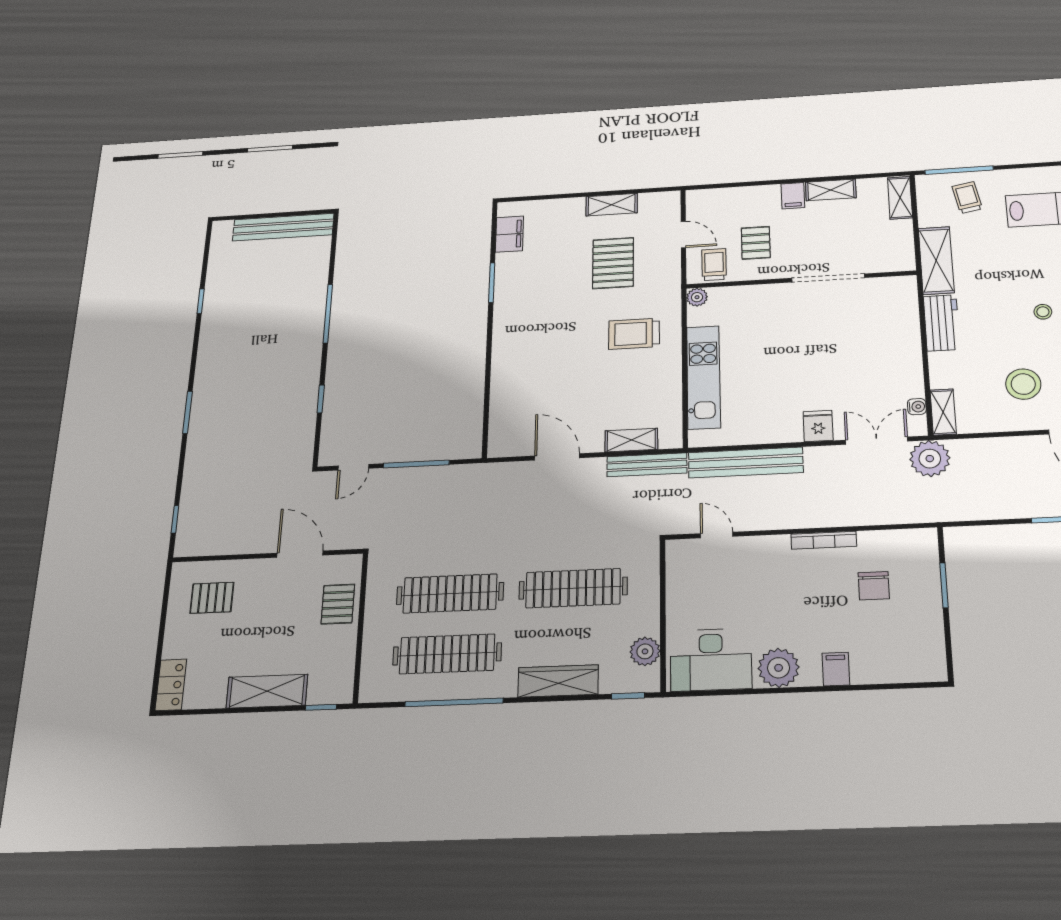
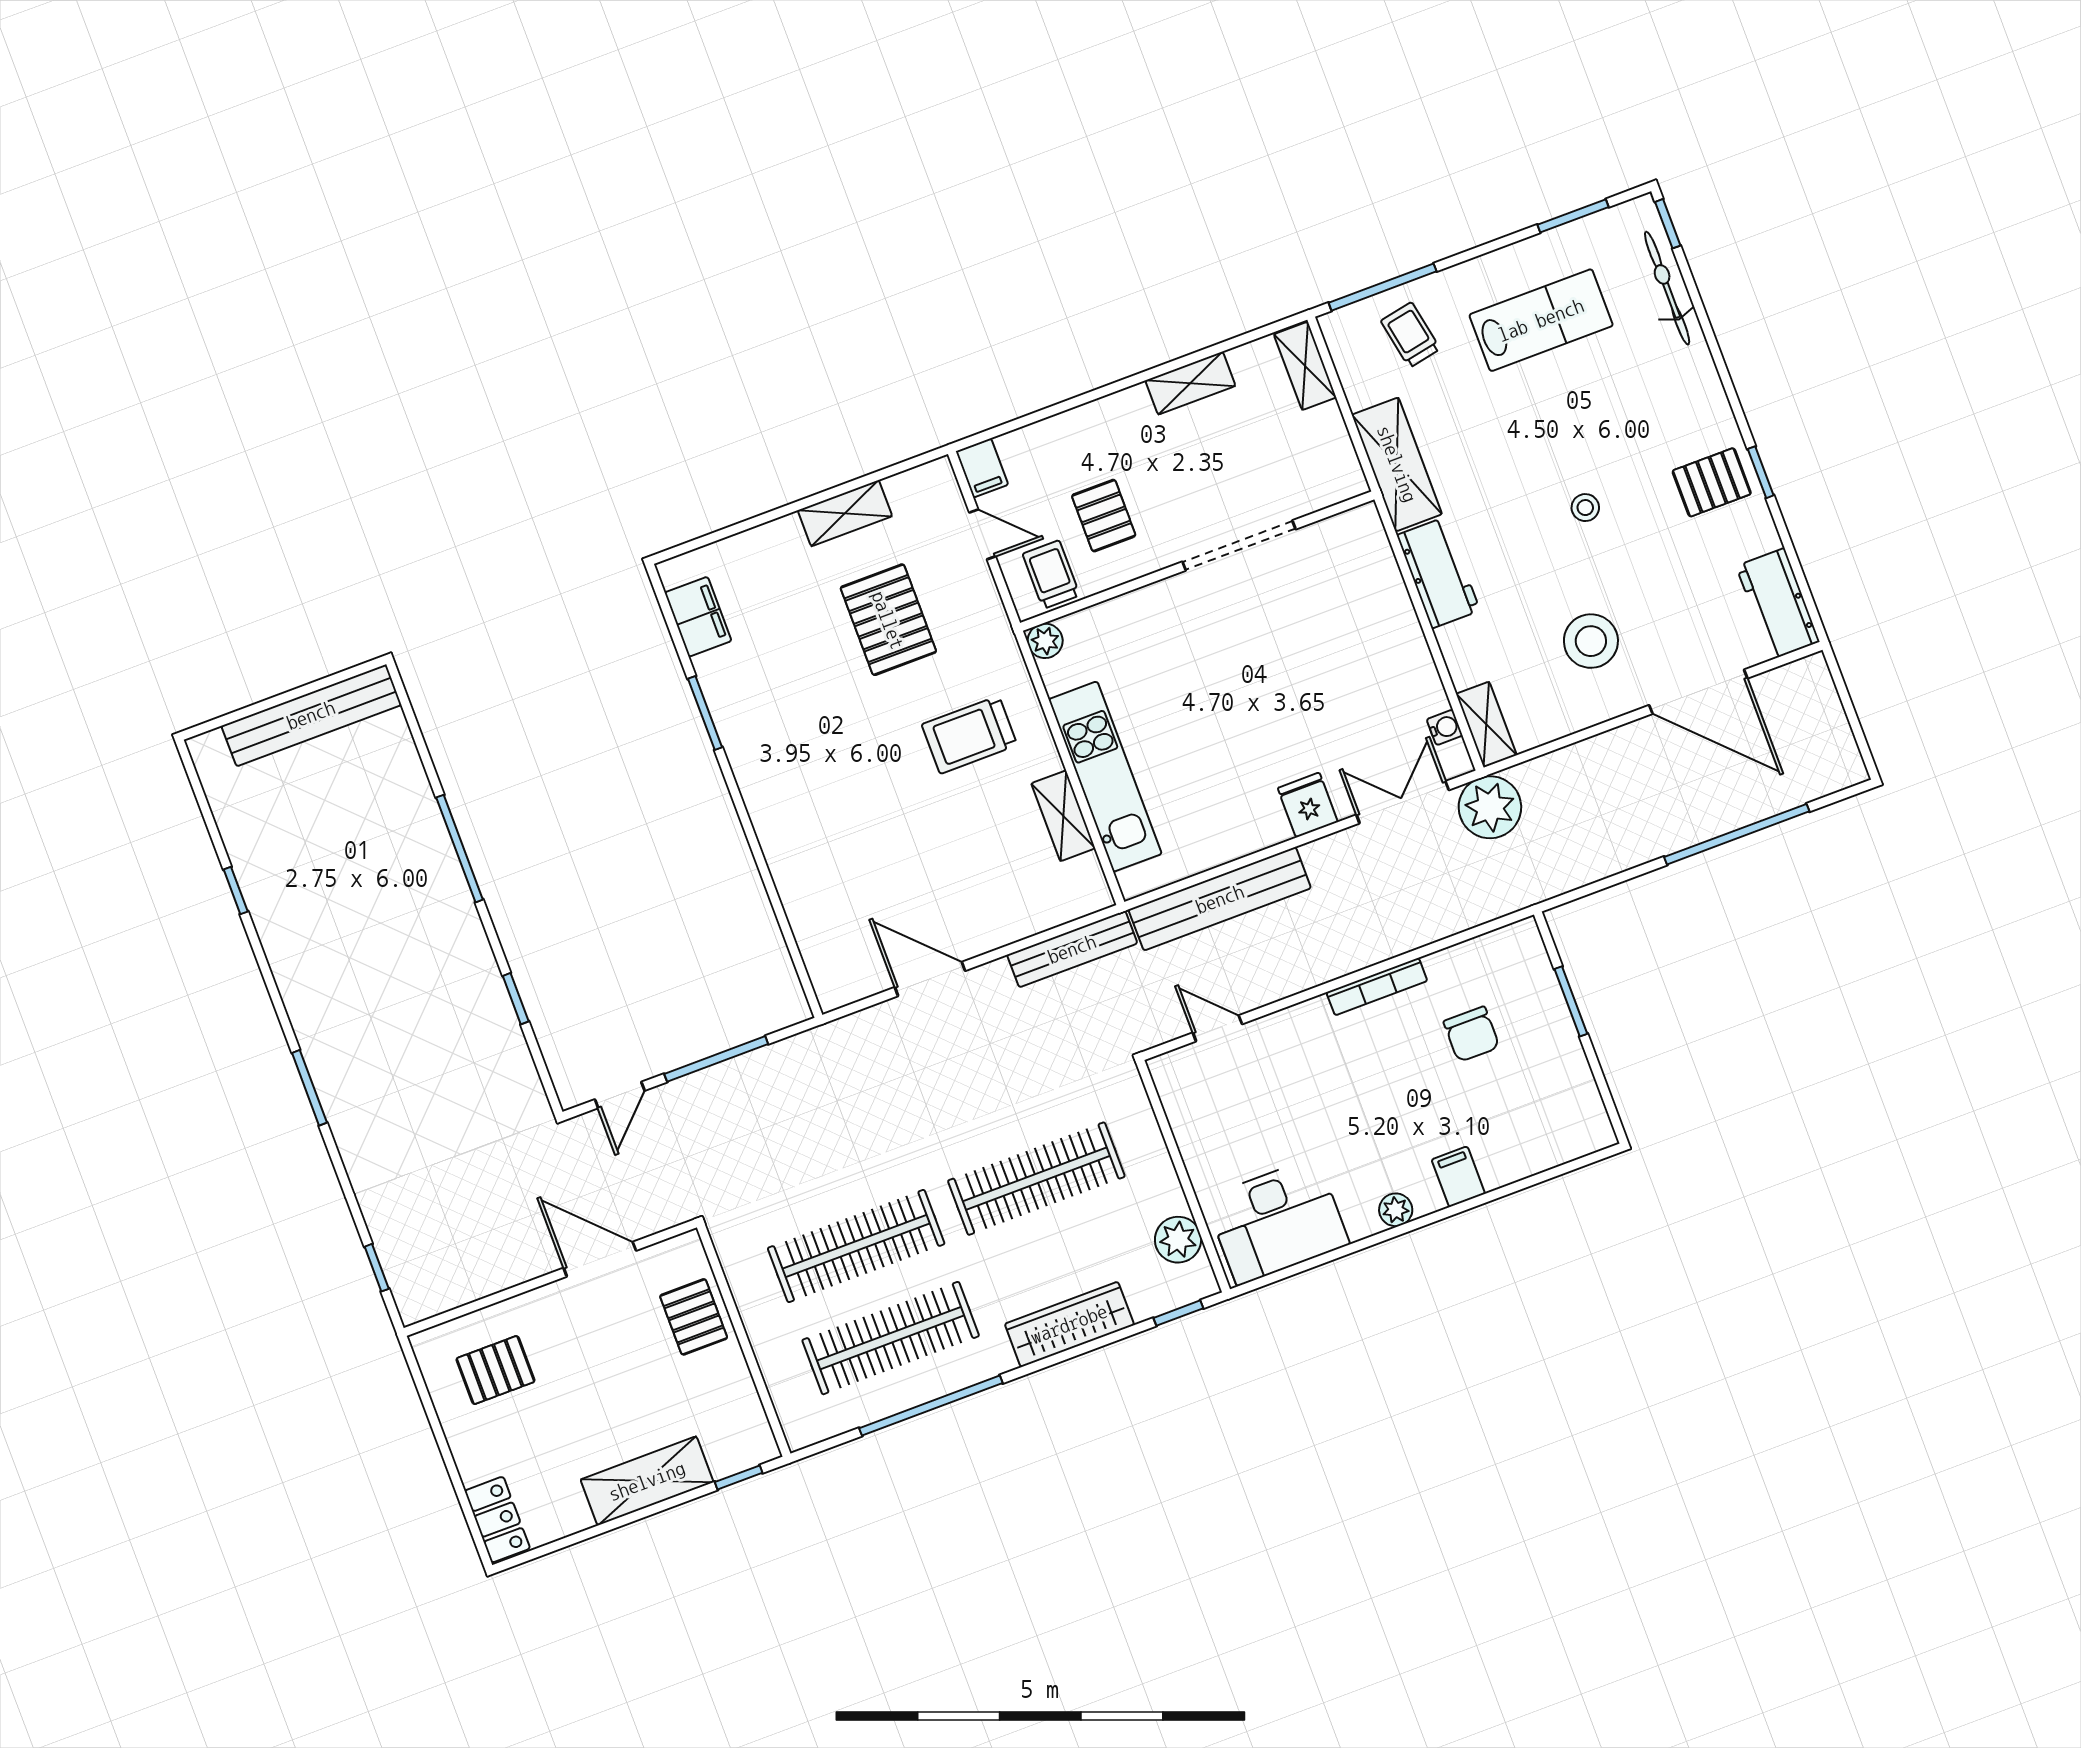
filing cabinet: (793, 196) -> (982, 468), moved
shelving: (631, 440) -> (1063, 816), moved, turned 90
plant: (779, 668) -> (1396, 1210), width x0.53, depth x0.53

